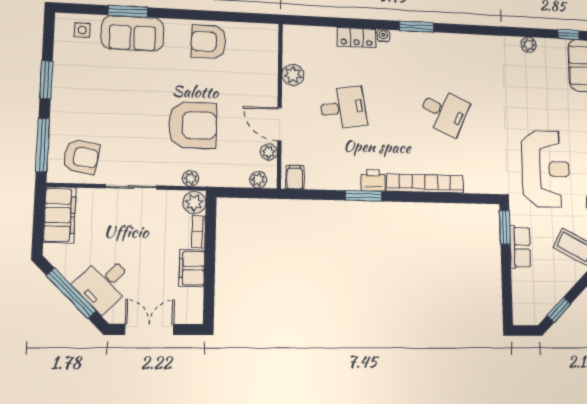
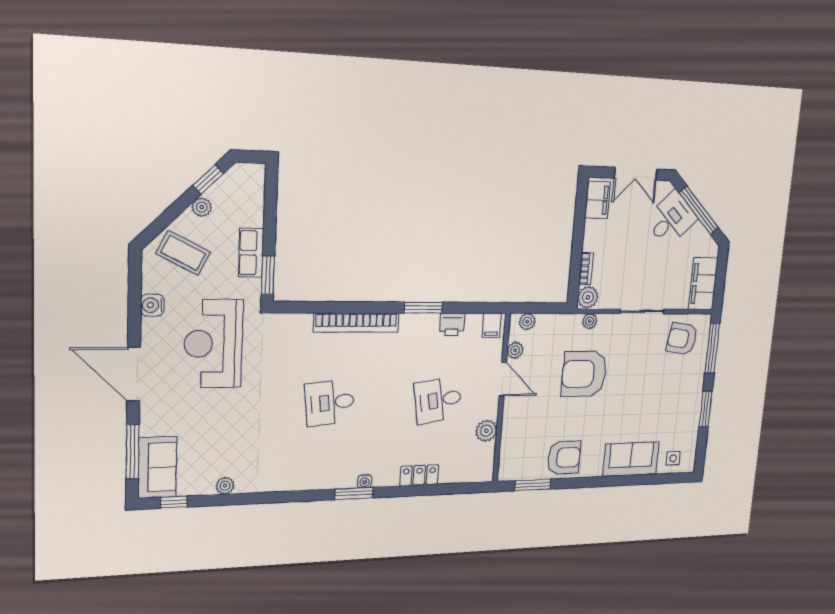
window: (128, 11) -> (533, 485), moved
water cooler: (383, 36) -> (365, 481), moved
desk: (444, 112) -> (330, 403), turned -30
printer: (373, 180) -> (452, 324), moved
filing cabinet: (192, 268) -> (598, 200), moved
plant: (563, 286) -> (202, 207), added

